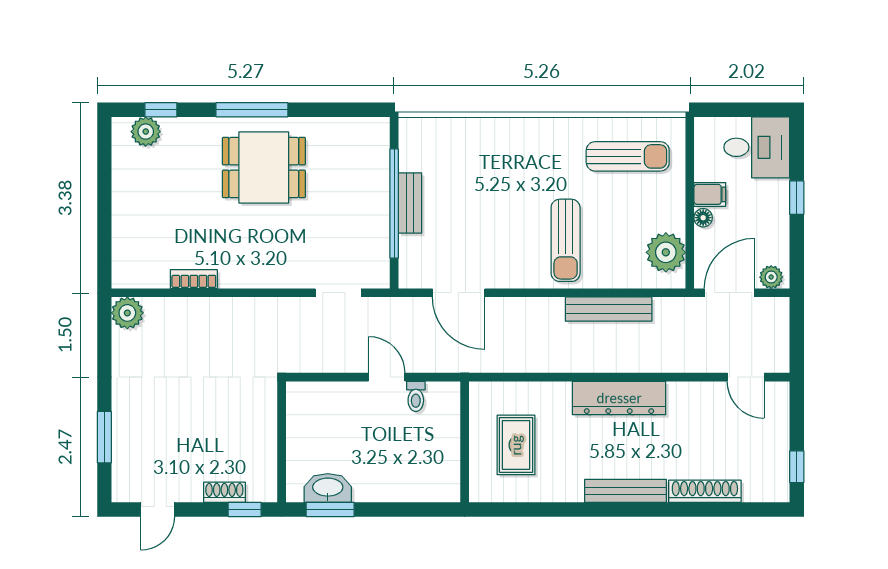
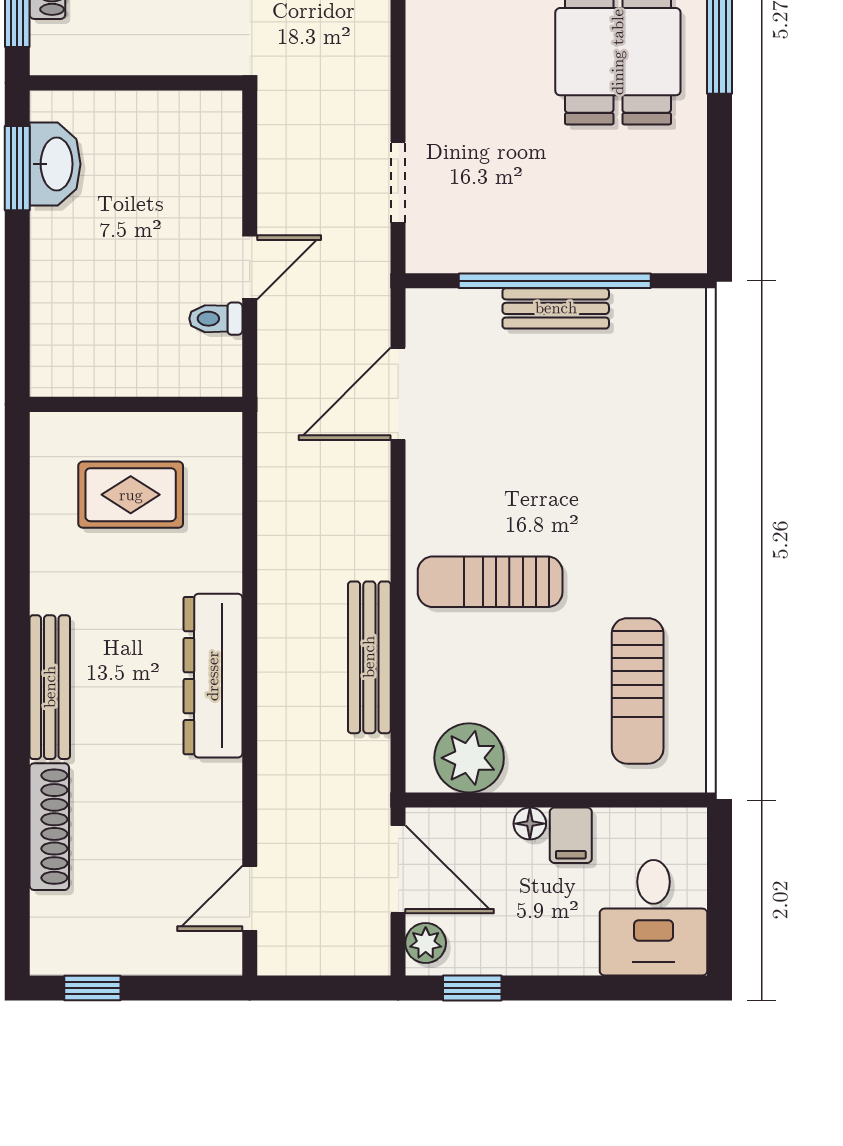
window: (797, 198) -> (472, 988), moved

